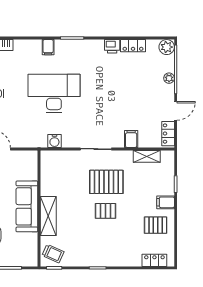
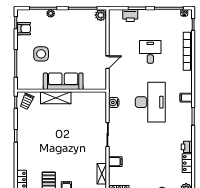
pallet: (106, 182) -> (82, 143), removed
pallet: (105, 211) -> (60, 142), removed

